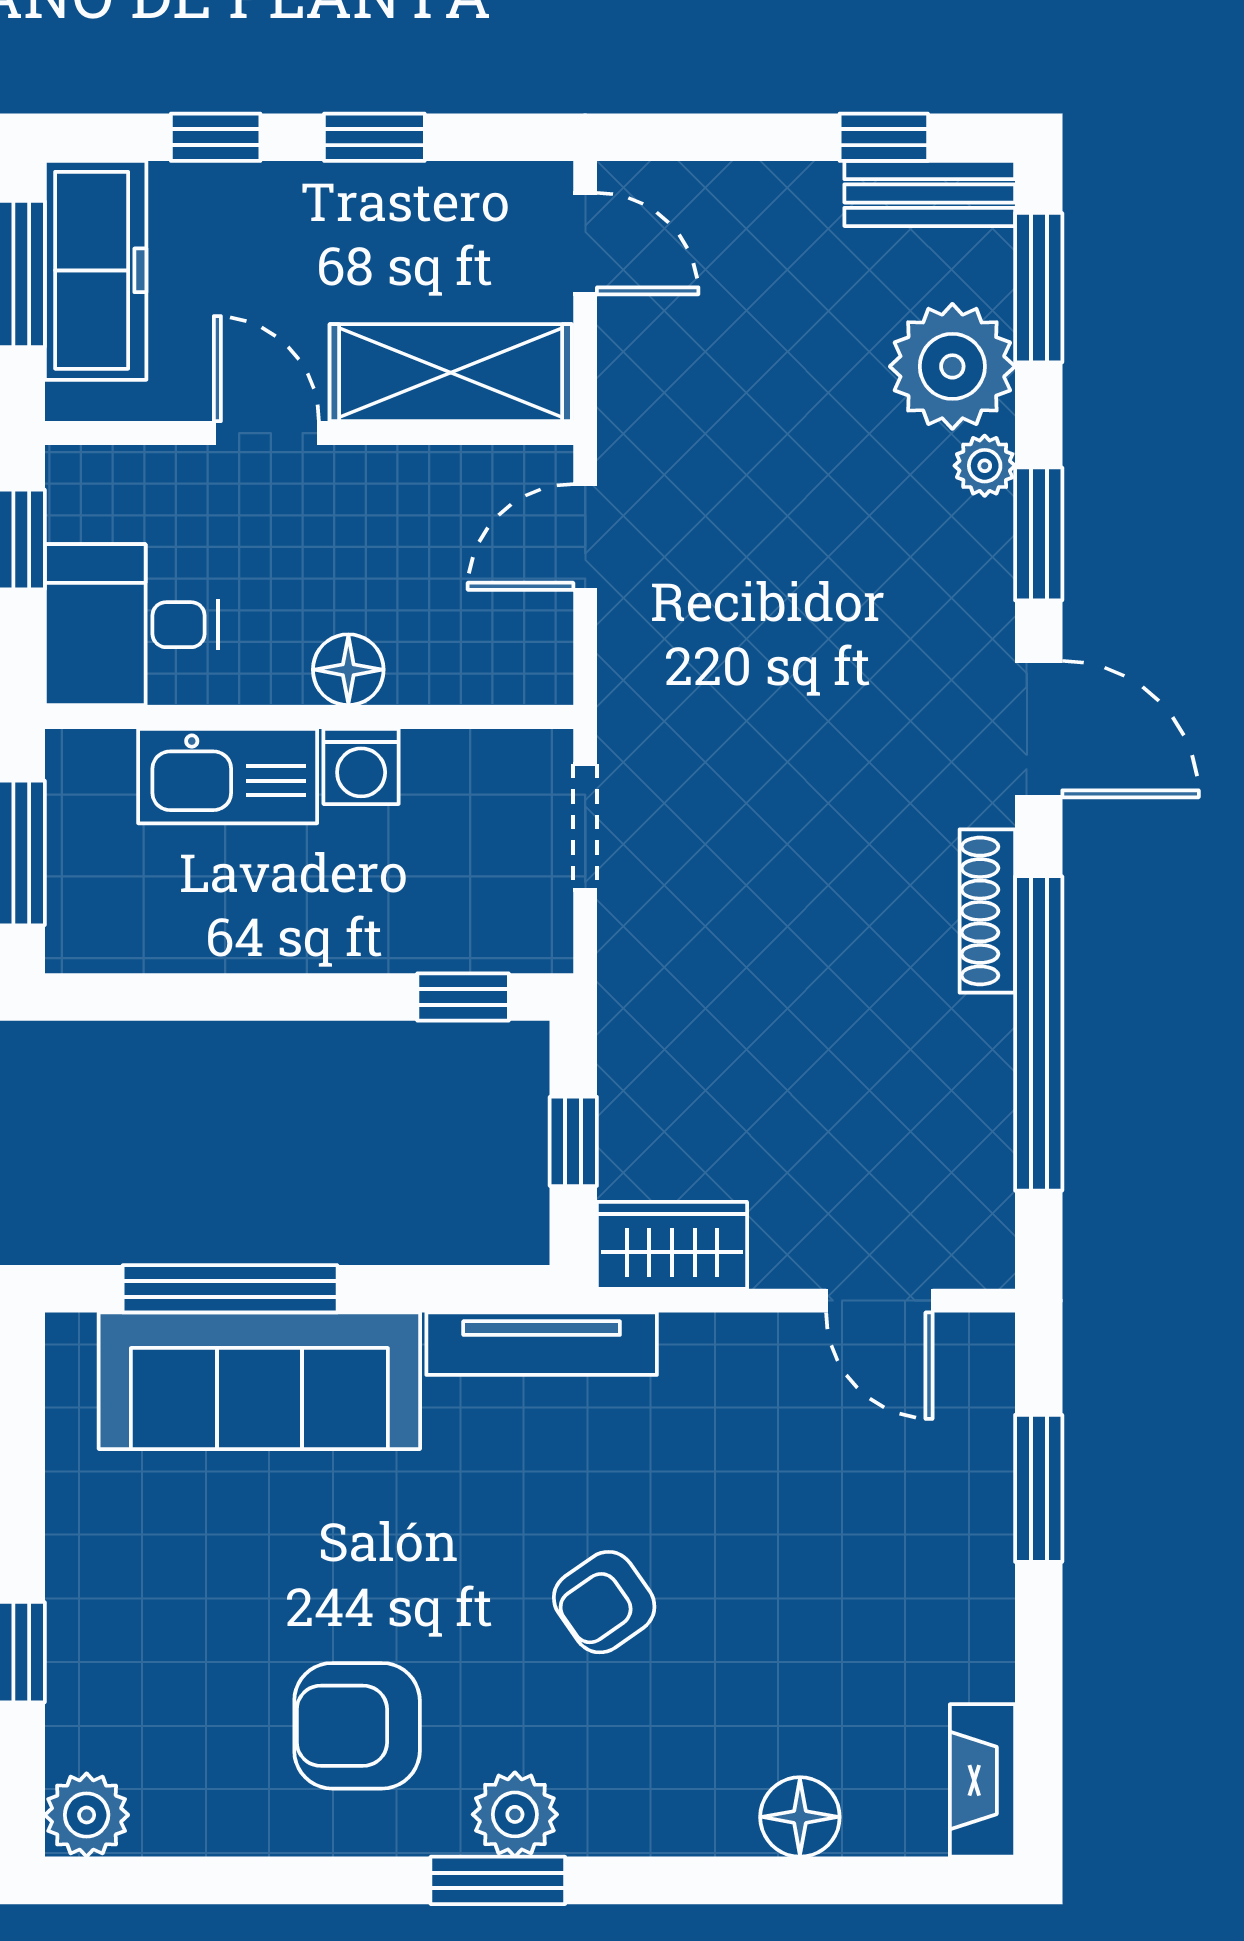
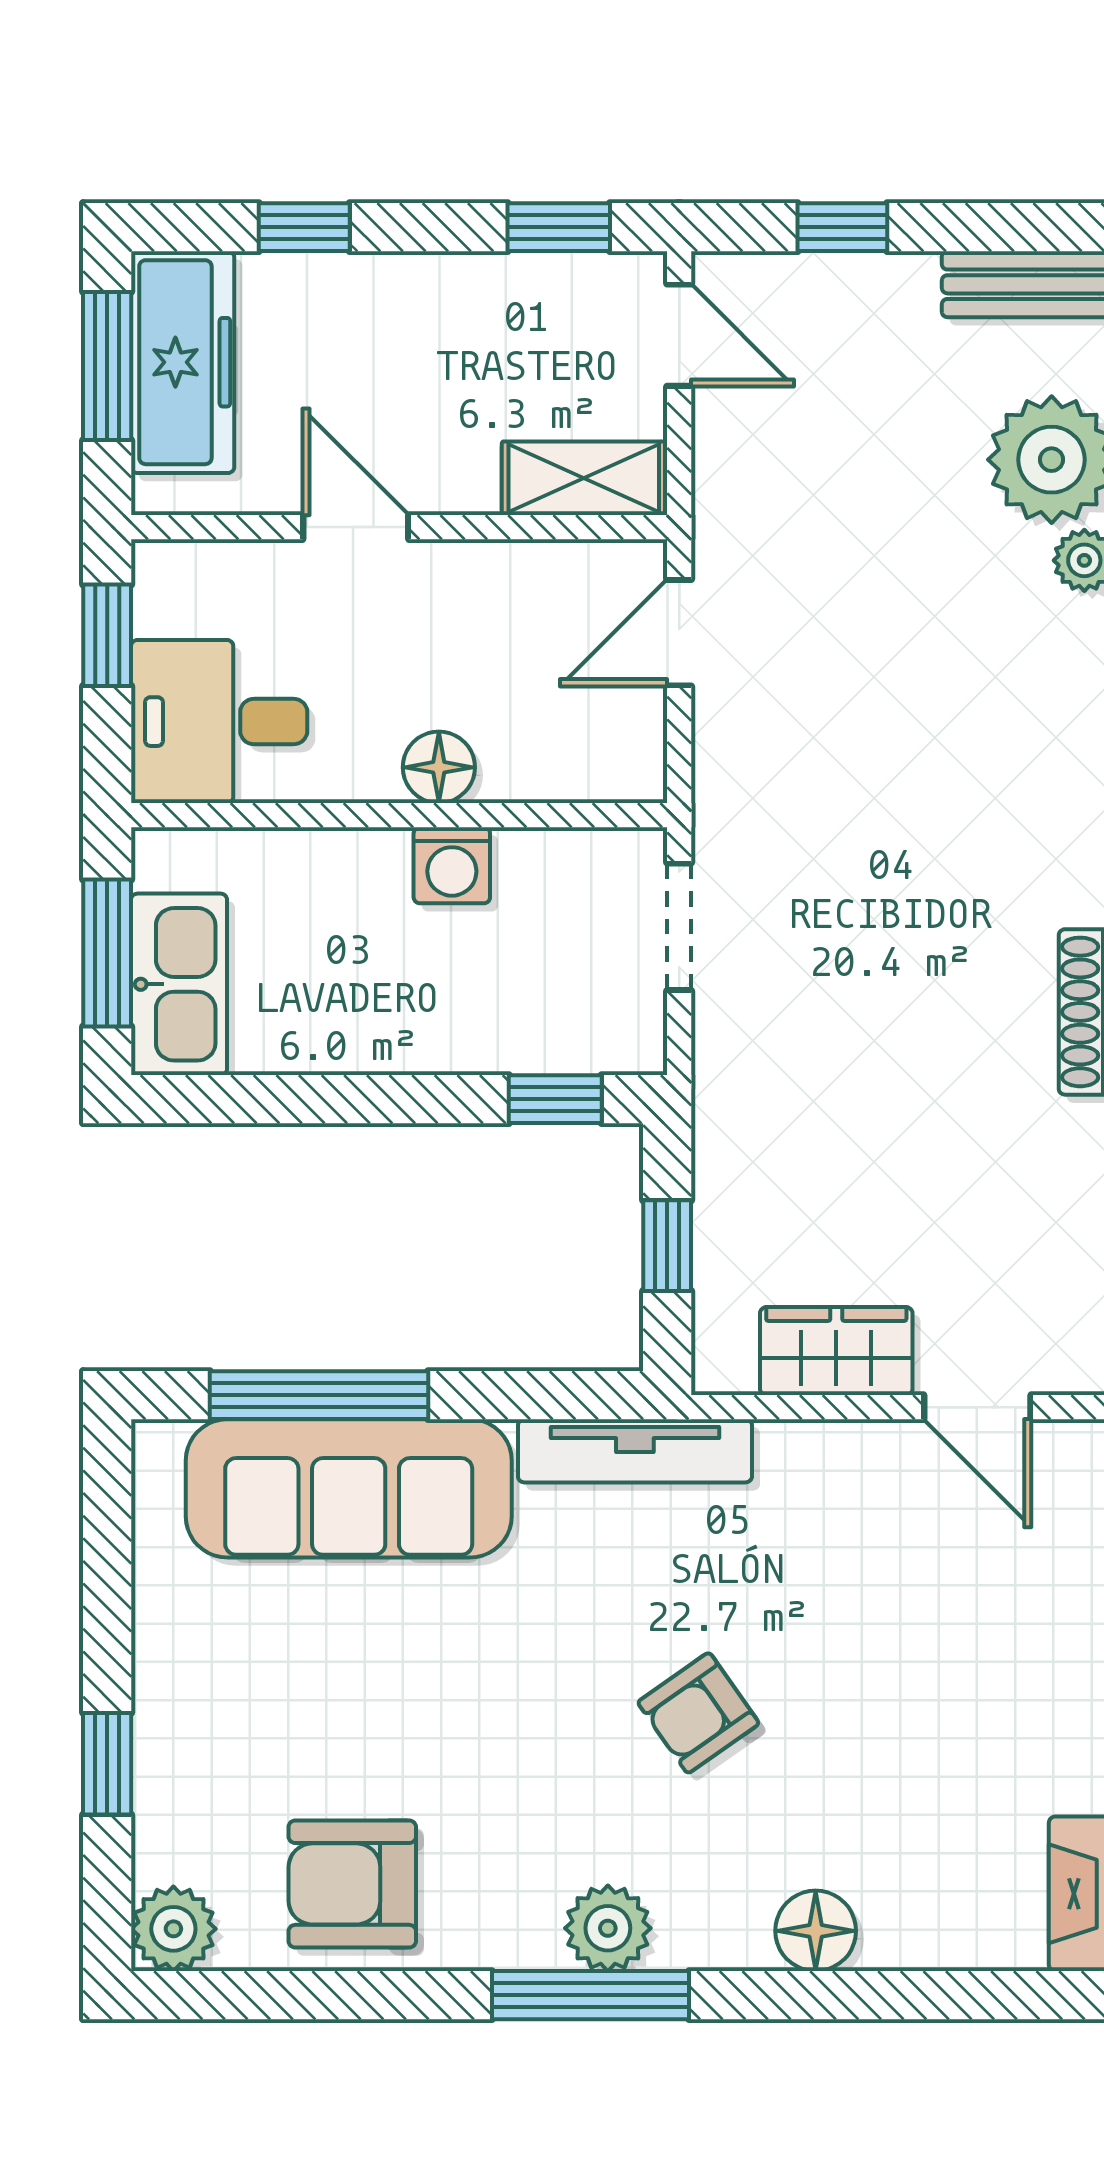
window: (374, 137) -> (559, 227), moved
window: (884, 137) -> (842, 227), moved
shelving: (451, 373) -> (584, 478), width x0.67, depth x0.75
kitchen sink: (228, 776) -> (179, 984), moved, turned -90
wardrobe: (672, 1245) -> (836, 1351), moved
armchair: (357, 1726) -> (352, 1884), moved
floor lamp: (800, 1817) -> (816, 1931), moved
window: (498, 1880) -> (591, 1995), width x1.44

